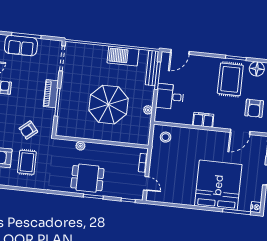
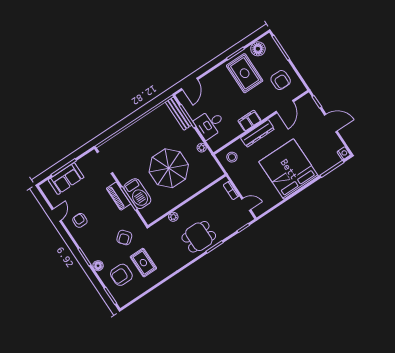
barbecue: (123, 56) -> (137, 194), moved, turned -90
dresser: (201, 135) -> (258, 133), added
bed: (218, 185) -> (289, 169), moved

